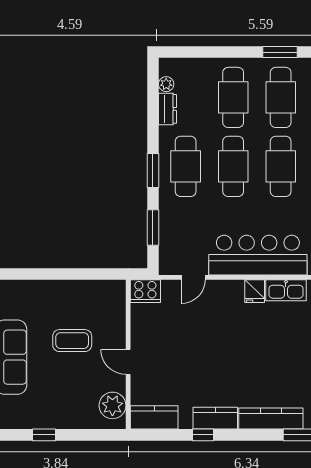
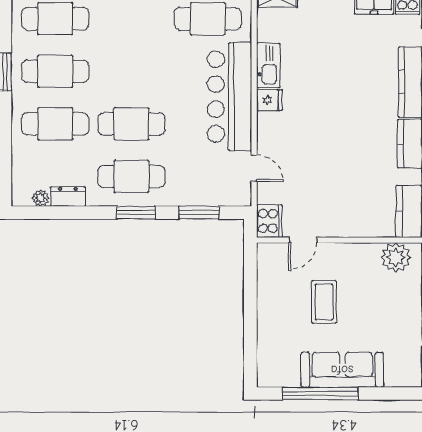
cafe table: (281, 166) -> (131, 71), removed
door: (128, 362) -> (303, 240), moved

